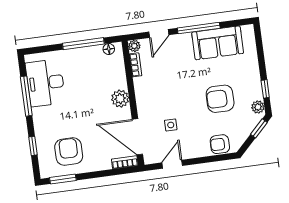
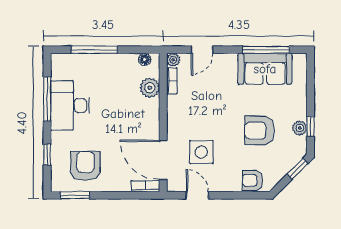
window: (199, 28) -> (266, 50), moved
window: (83, 44) -> (94, 50), moved
desk: (45, 83) -> (70, 106), moved
plant: (120, 99) -> (150, 88), moved
plant: (258, 107) -> (300, 128), moved
side table: (171, 125) -> (201, 152), width x1.87, depth x1.87
door: (172, 164) -> (197, 195), hinge flipped

